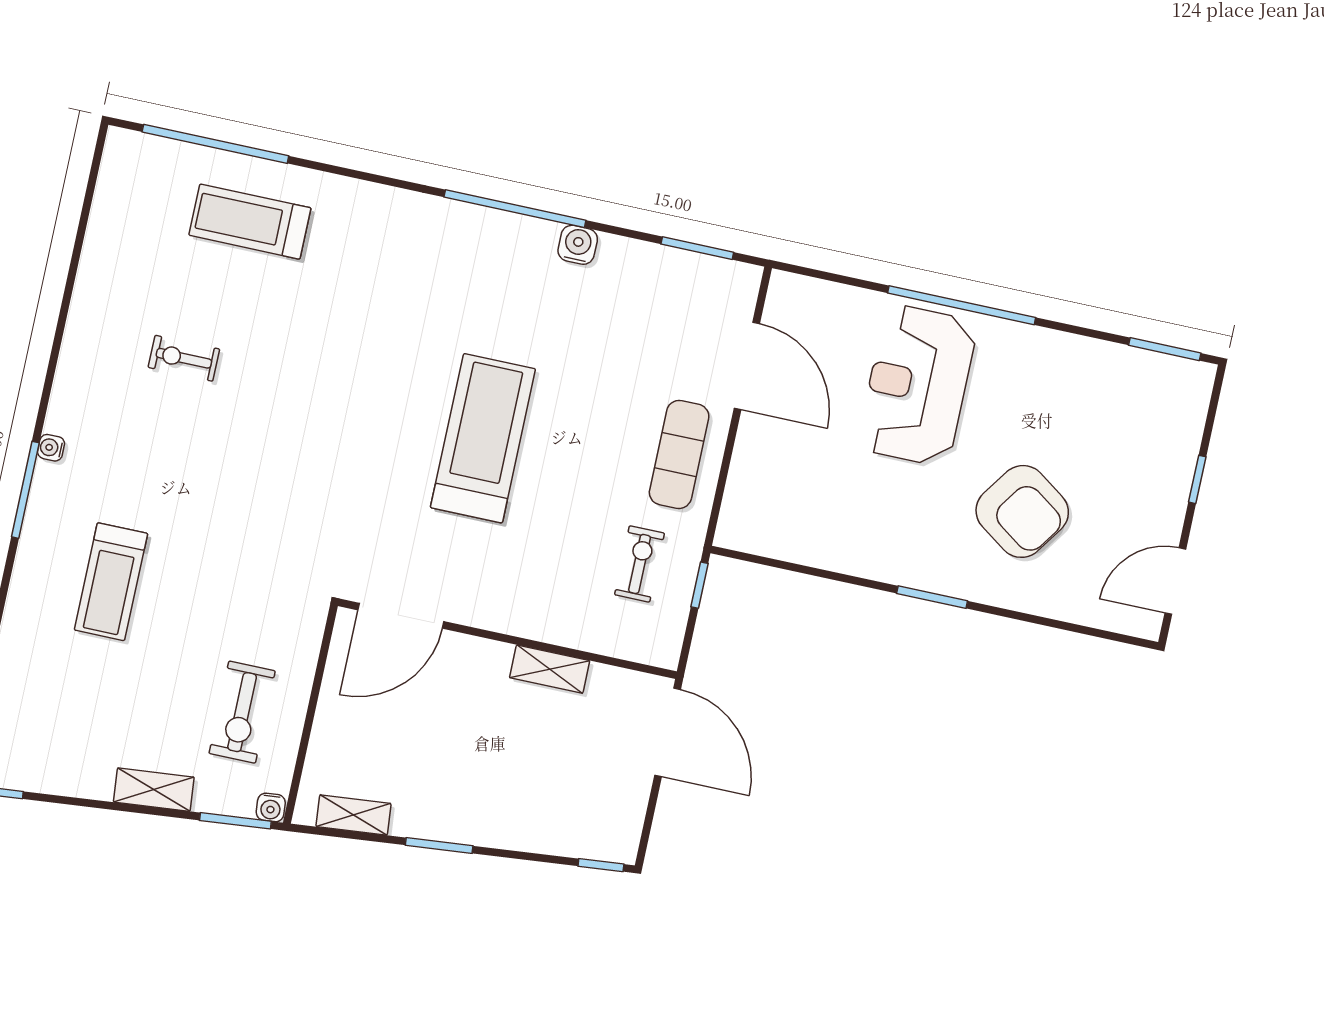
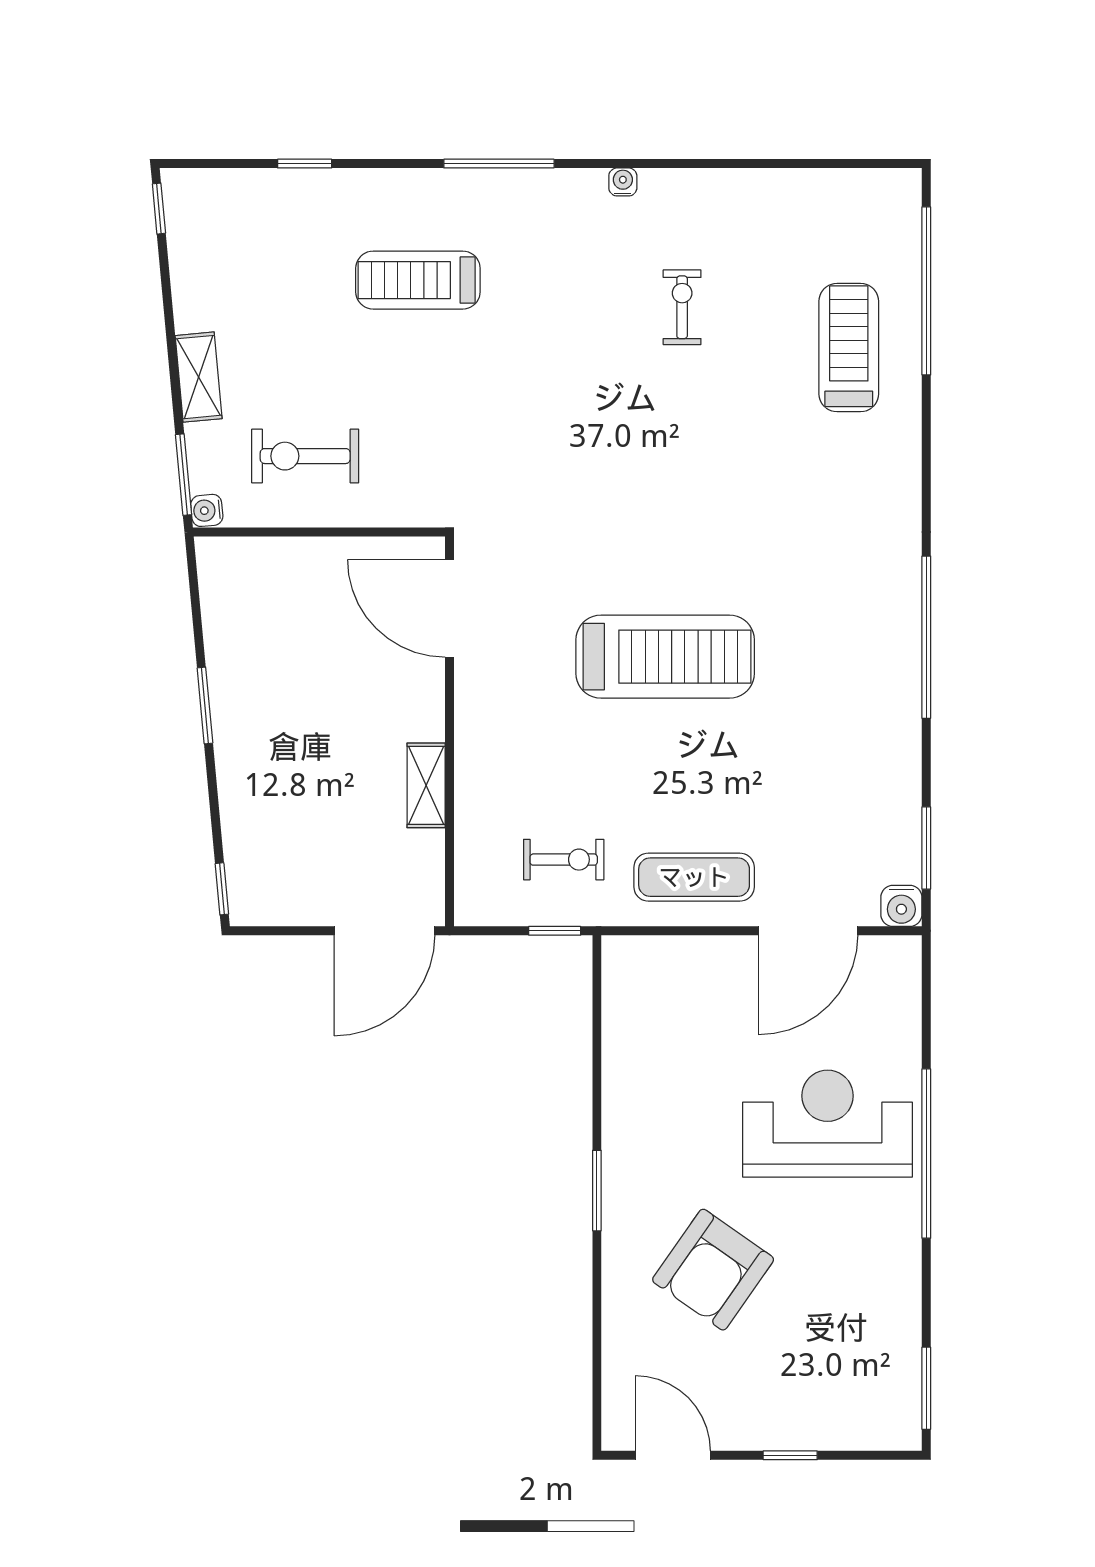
water cooler: (578, 245) -> (901, 906), moved, turned 90
water cooler: (51, 448) -> (623, 182), moved
shelving: (353, 815) -> (218, 604), removed

